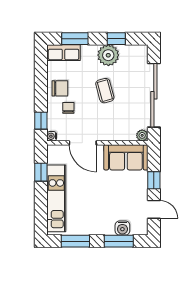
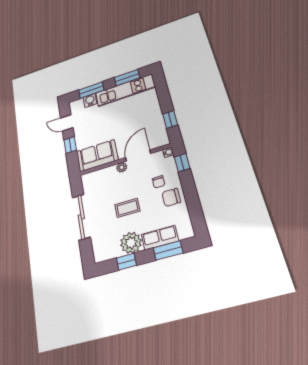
row of seats: (64, 53) -> (160, 238), moved
coffee table: (105, 91) -> (127, 208), turned -75
sliding door: (154, 95) -> (81, 217), width x0.73
plant: (142, 135) -> (122, 167), moved
door: (83, 143) -> (138, 156), hinge flipped
kitchen unit: (56, 198) -> (125, 90), moved, turned -90

